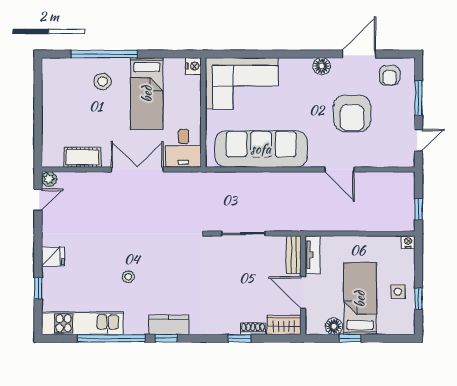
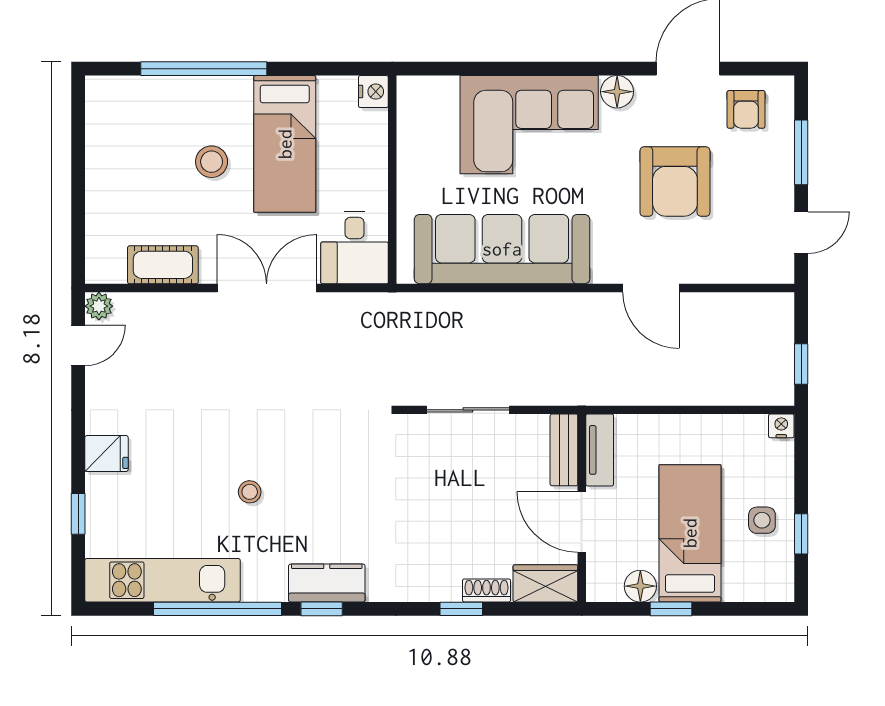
stool: (103, 81) -> (212, 162), moved
corner sofa: (242, 83) -> (529, 125), moved

